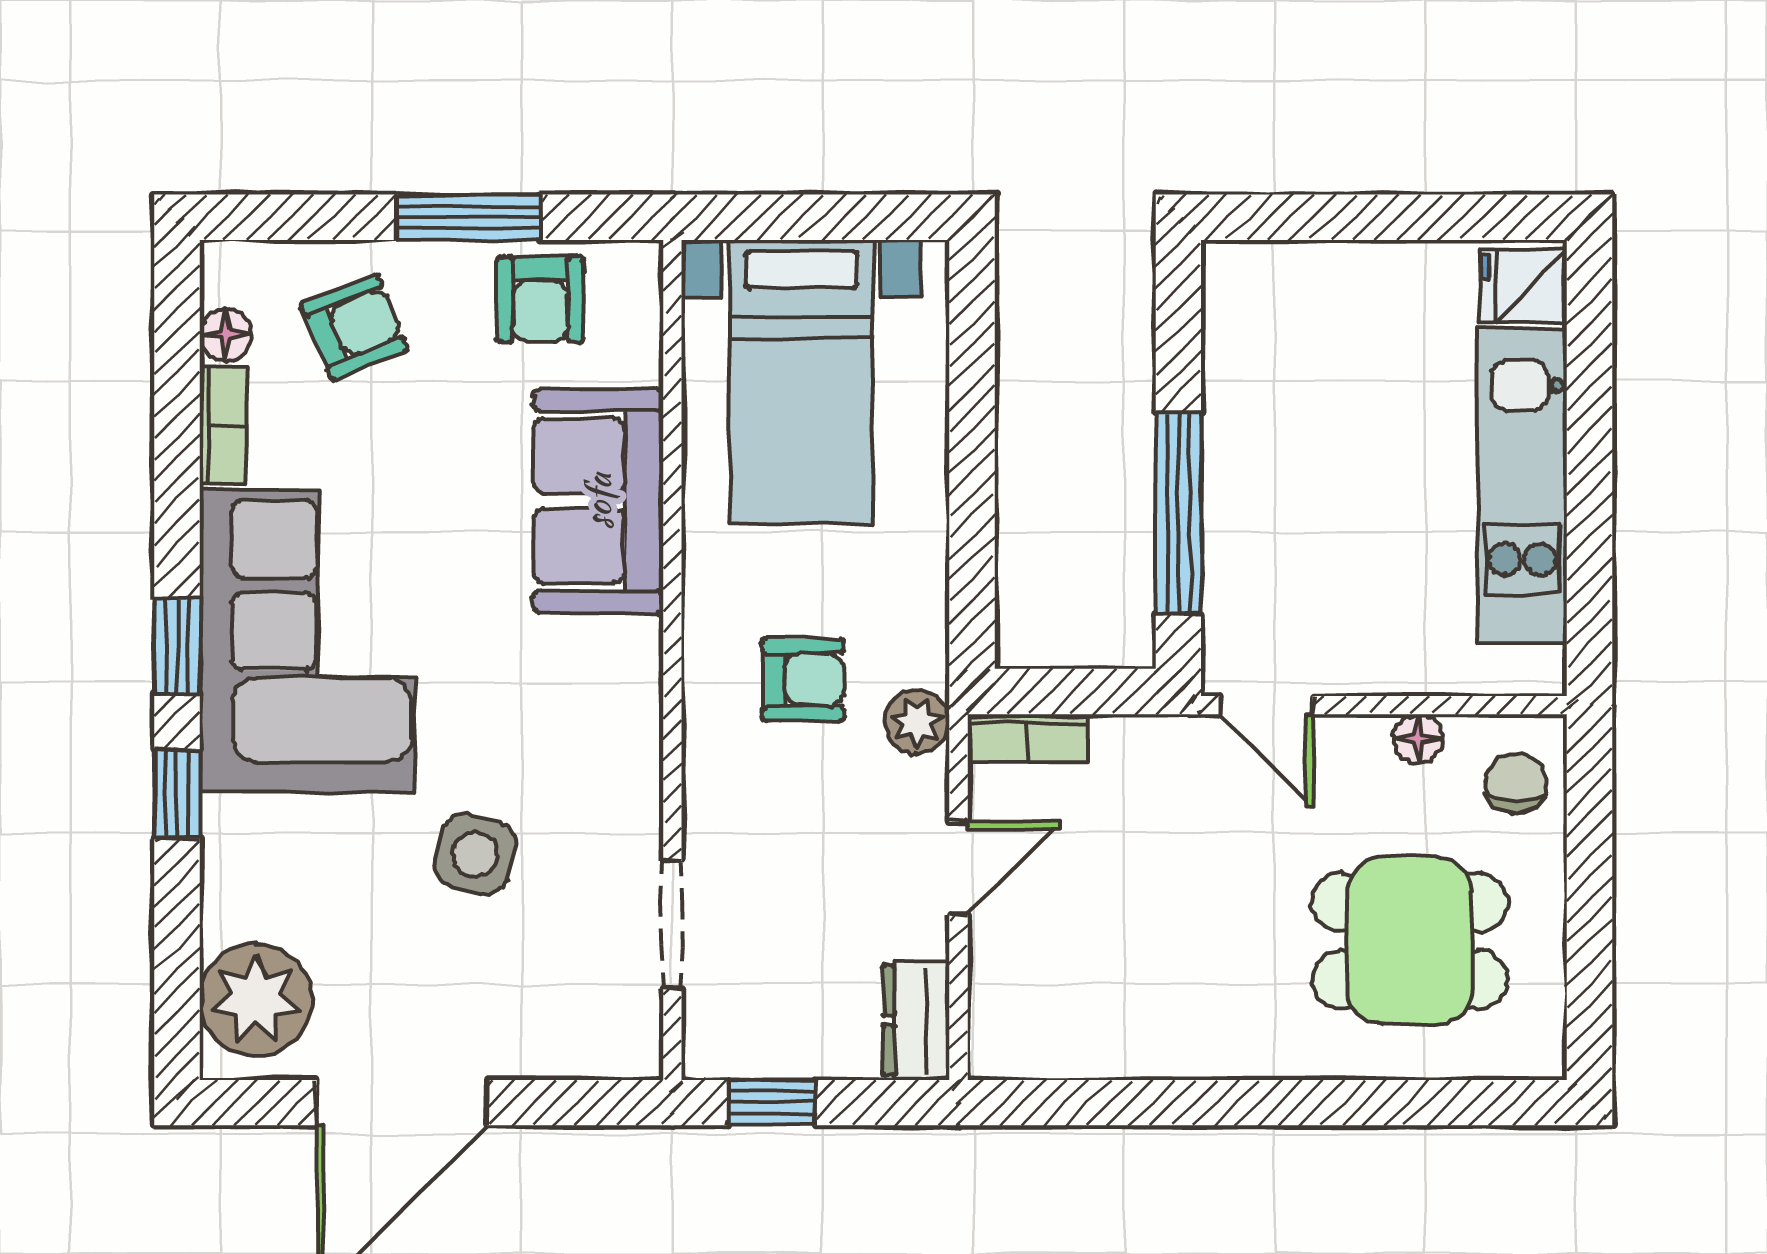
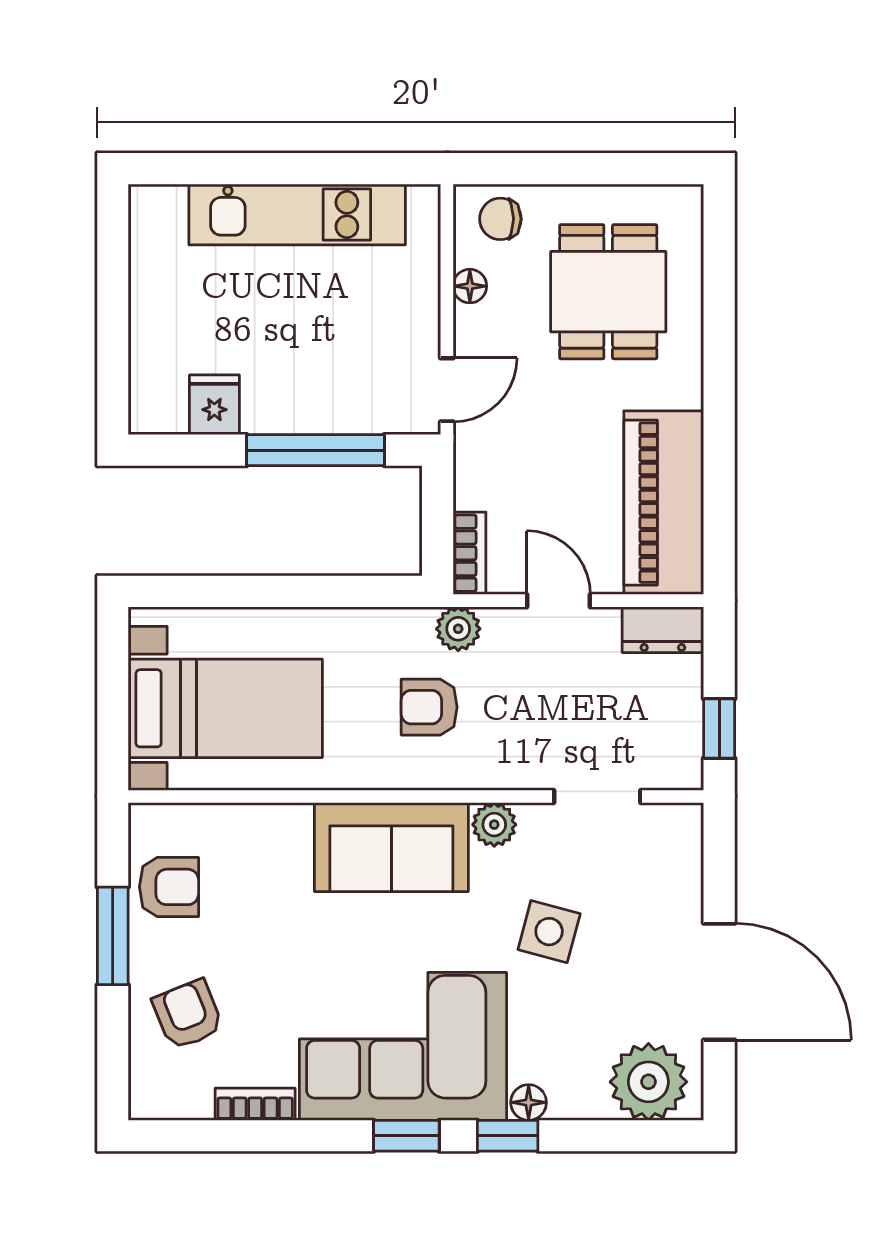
fridge: (1523, 286) -> (214, 405), moved, turned 180
floor lamp: (226, 335) -> (529, 1102), moved
sofa: (598, 501) -> (391, 847), moved
armchair: (803, 679) -> (429, 707), turned -90
plant: (631, 774) -> (494, 825), added
piano: (1102, 1022) -> (664, 503), added

